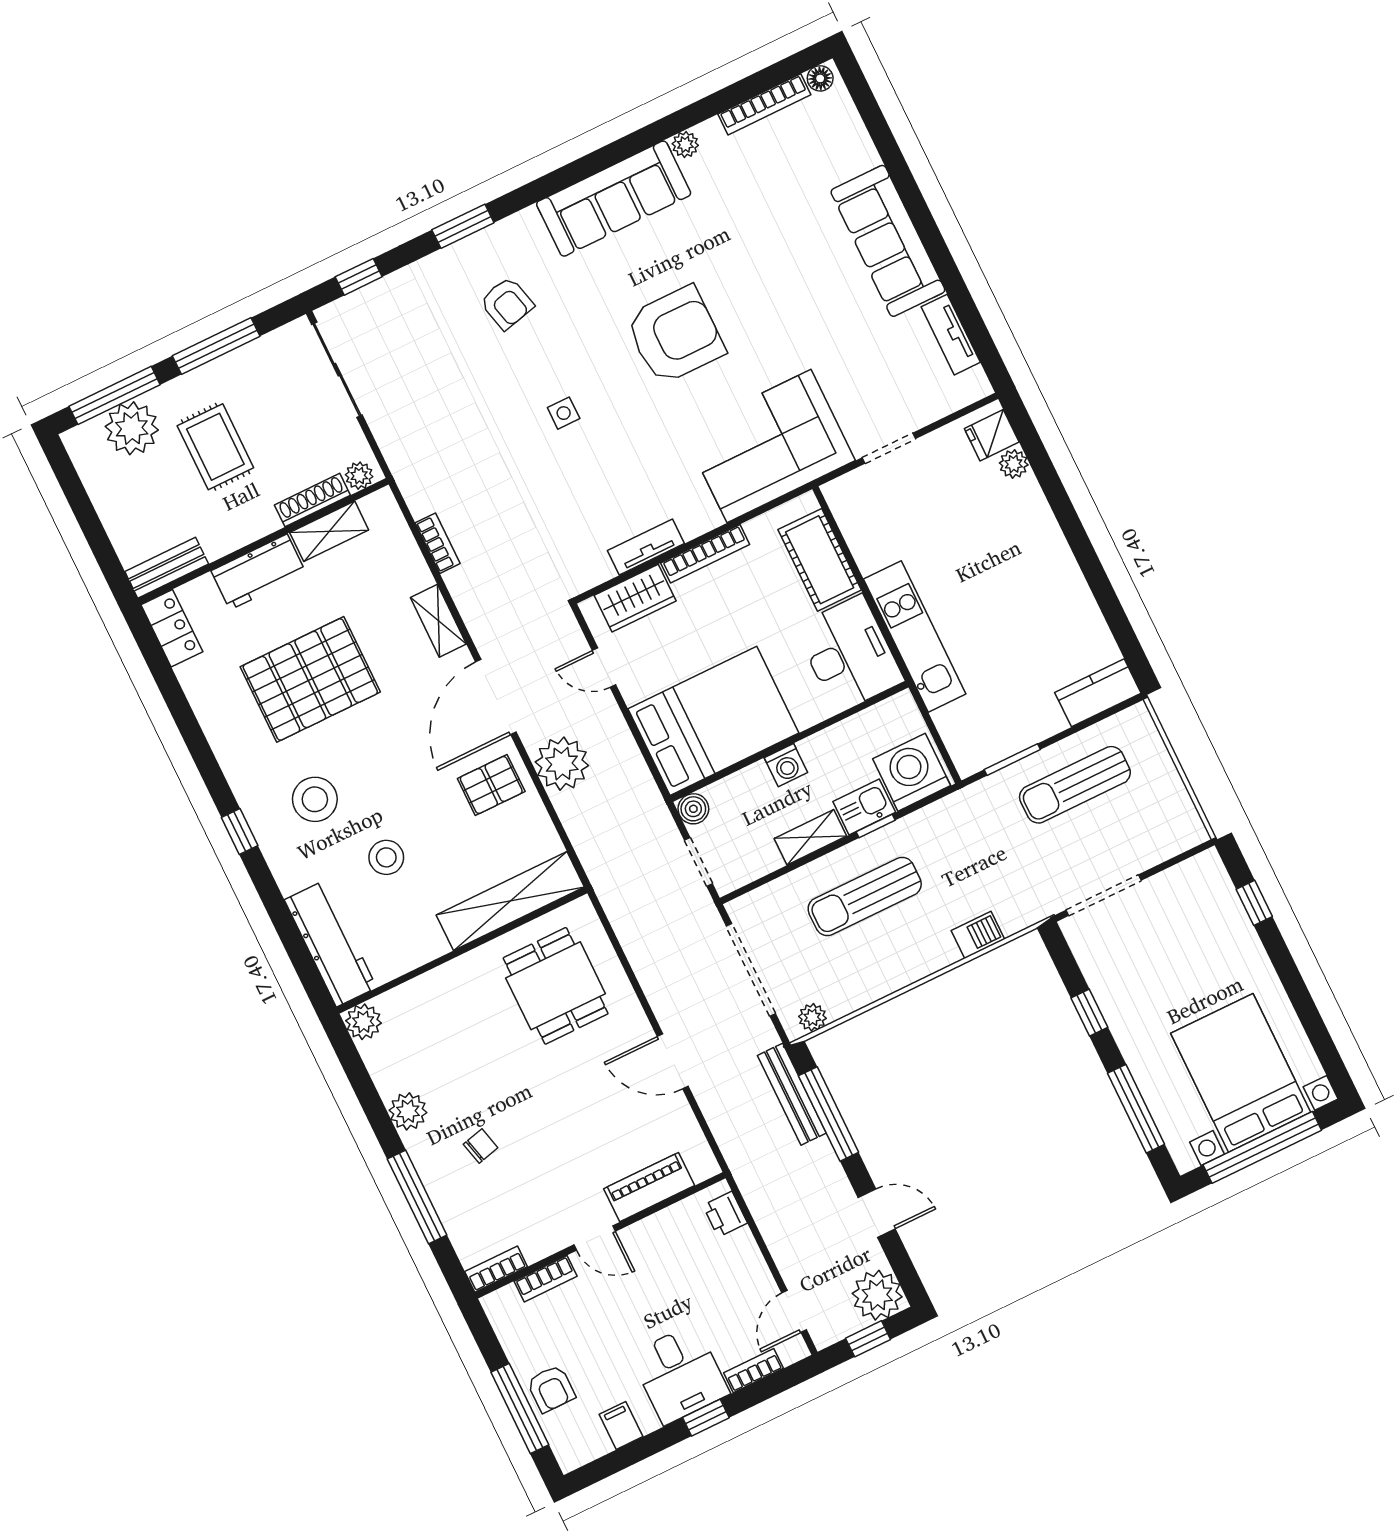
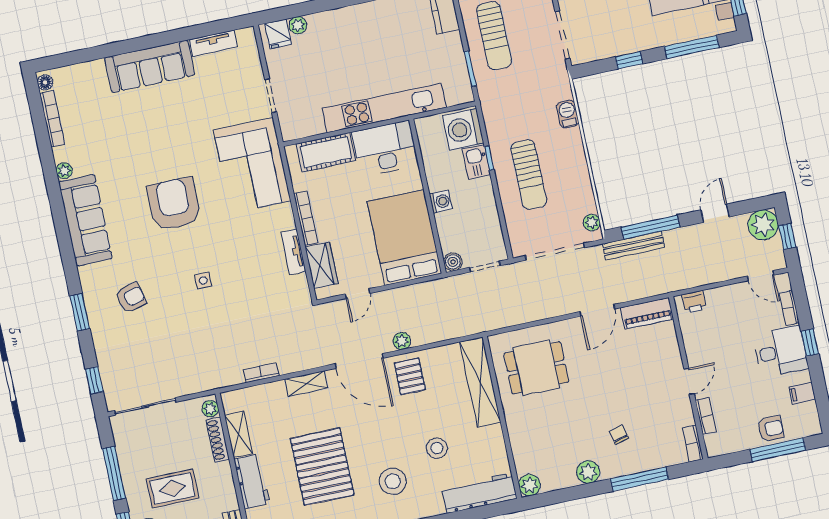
kitchen unit: (915, 636) -> (384, 108), width x1.36
plant: (562, 764) -> (402, 341), width x0.53, depth x0.53
shelving: (810, 837) -> (486, 198), removed
piano: (649, 1187) -> (647, 313), moved, turned -90

